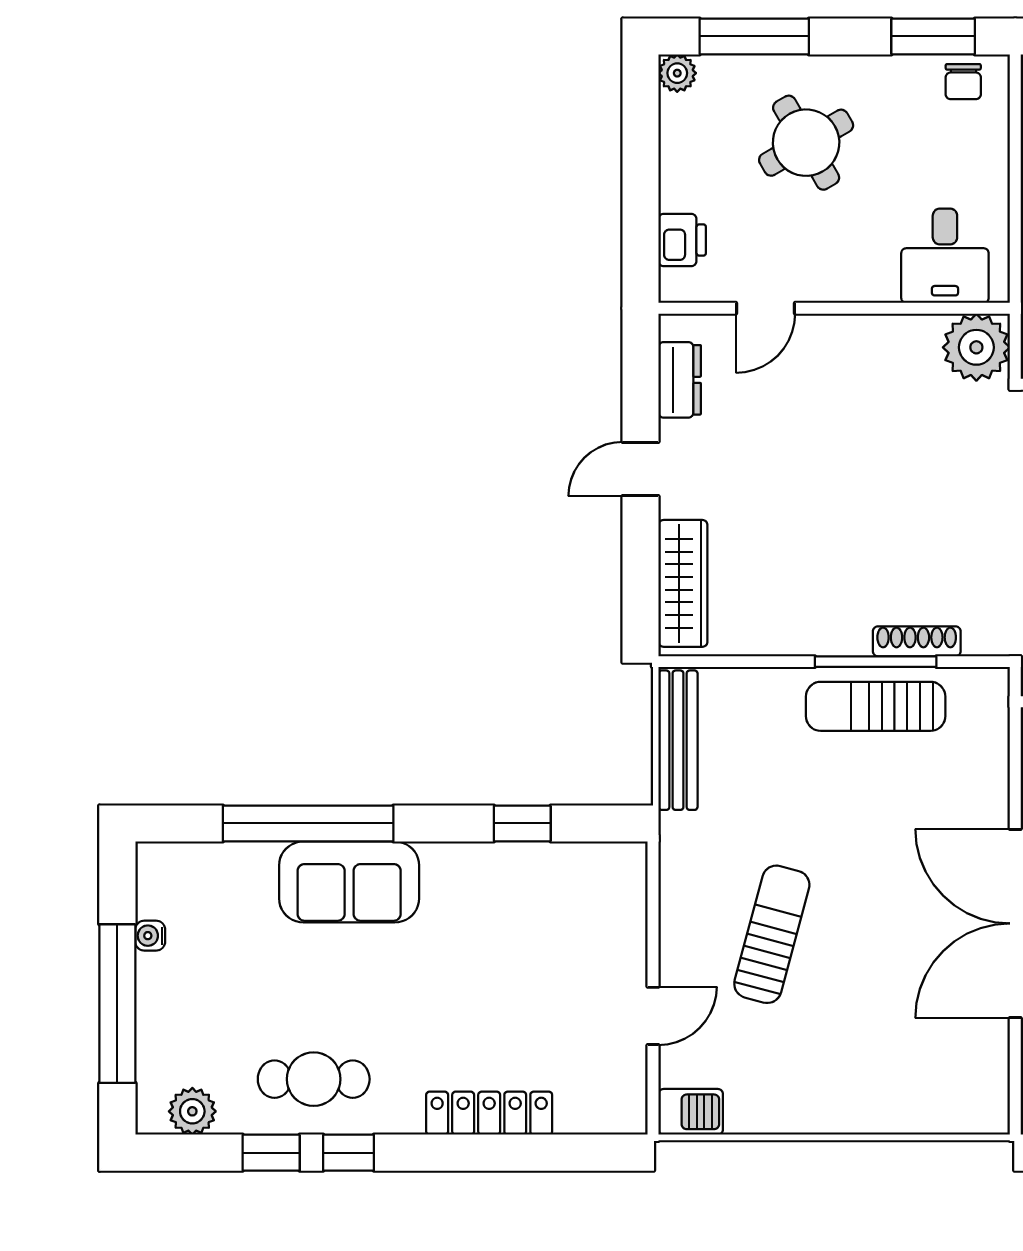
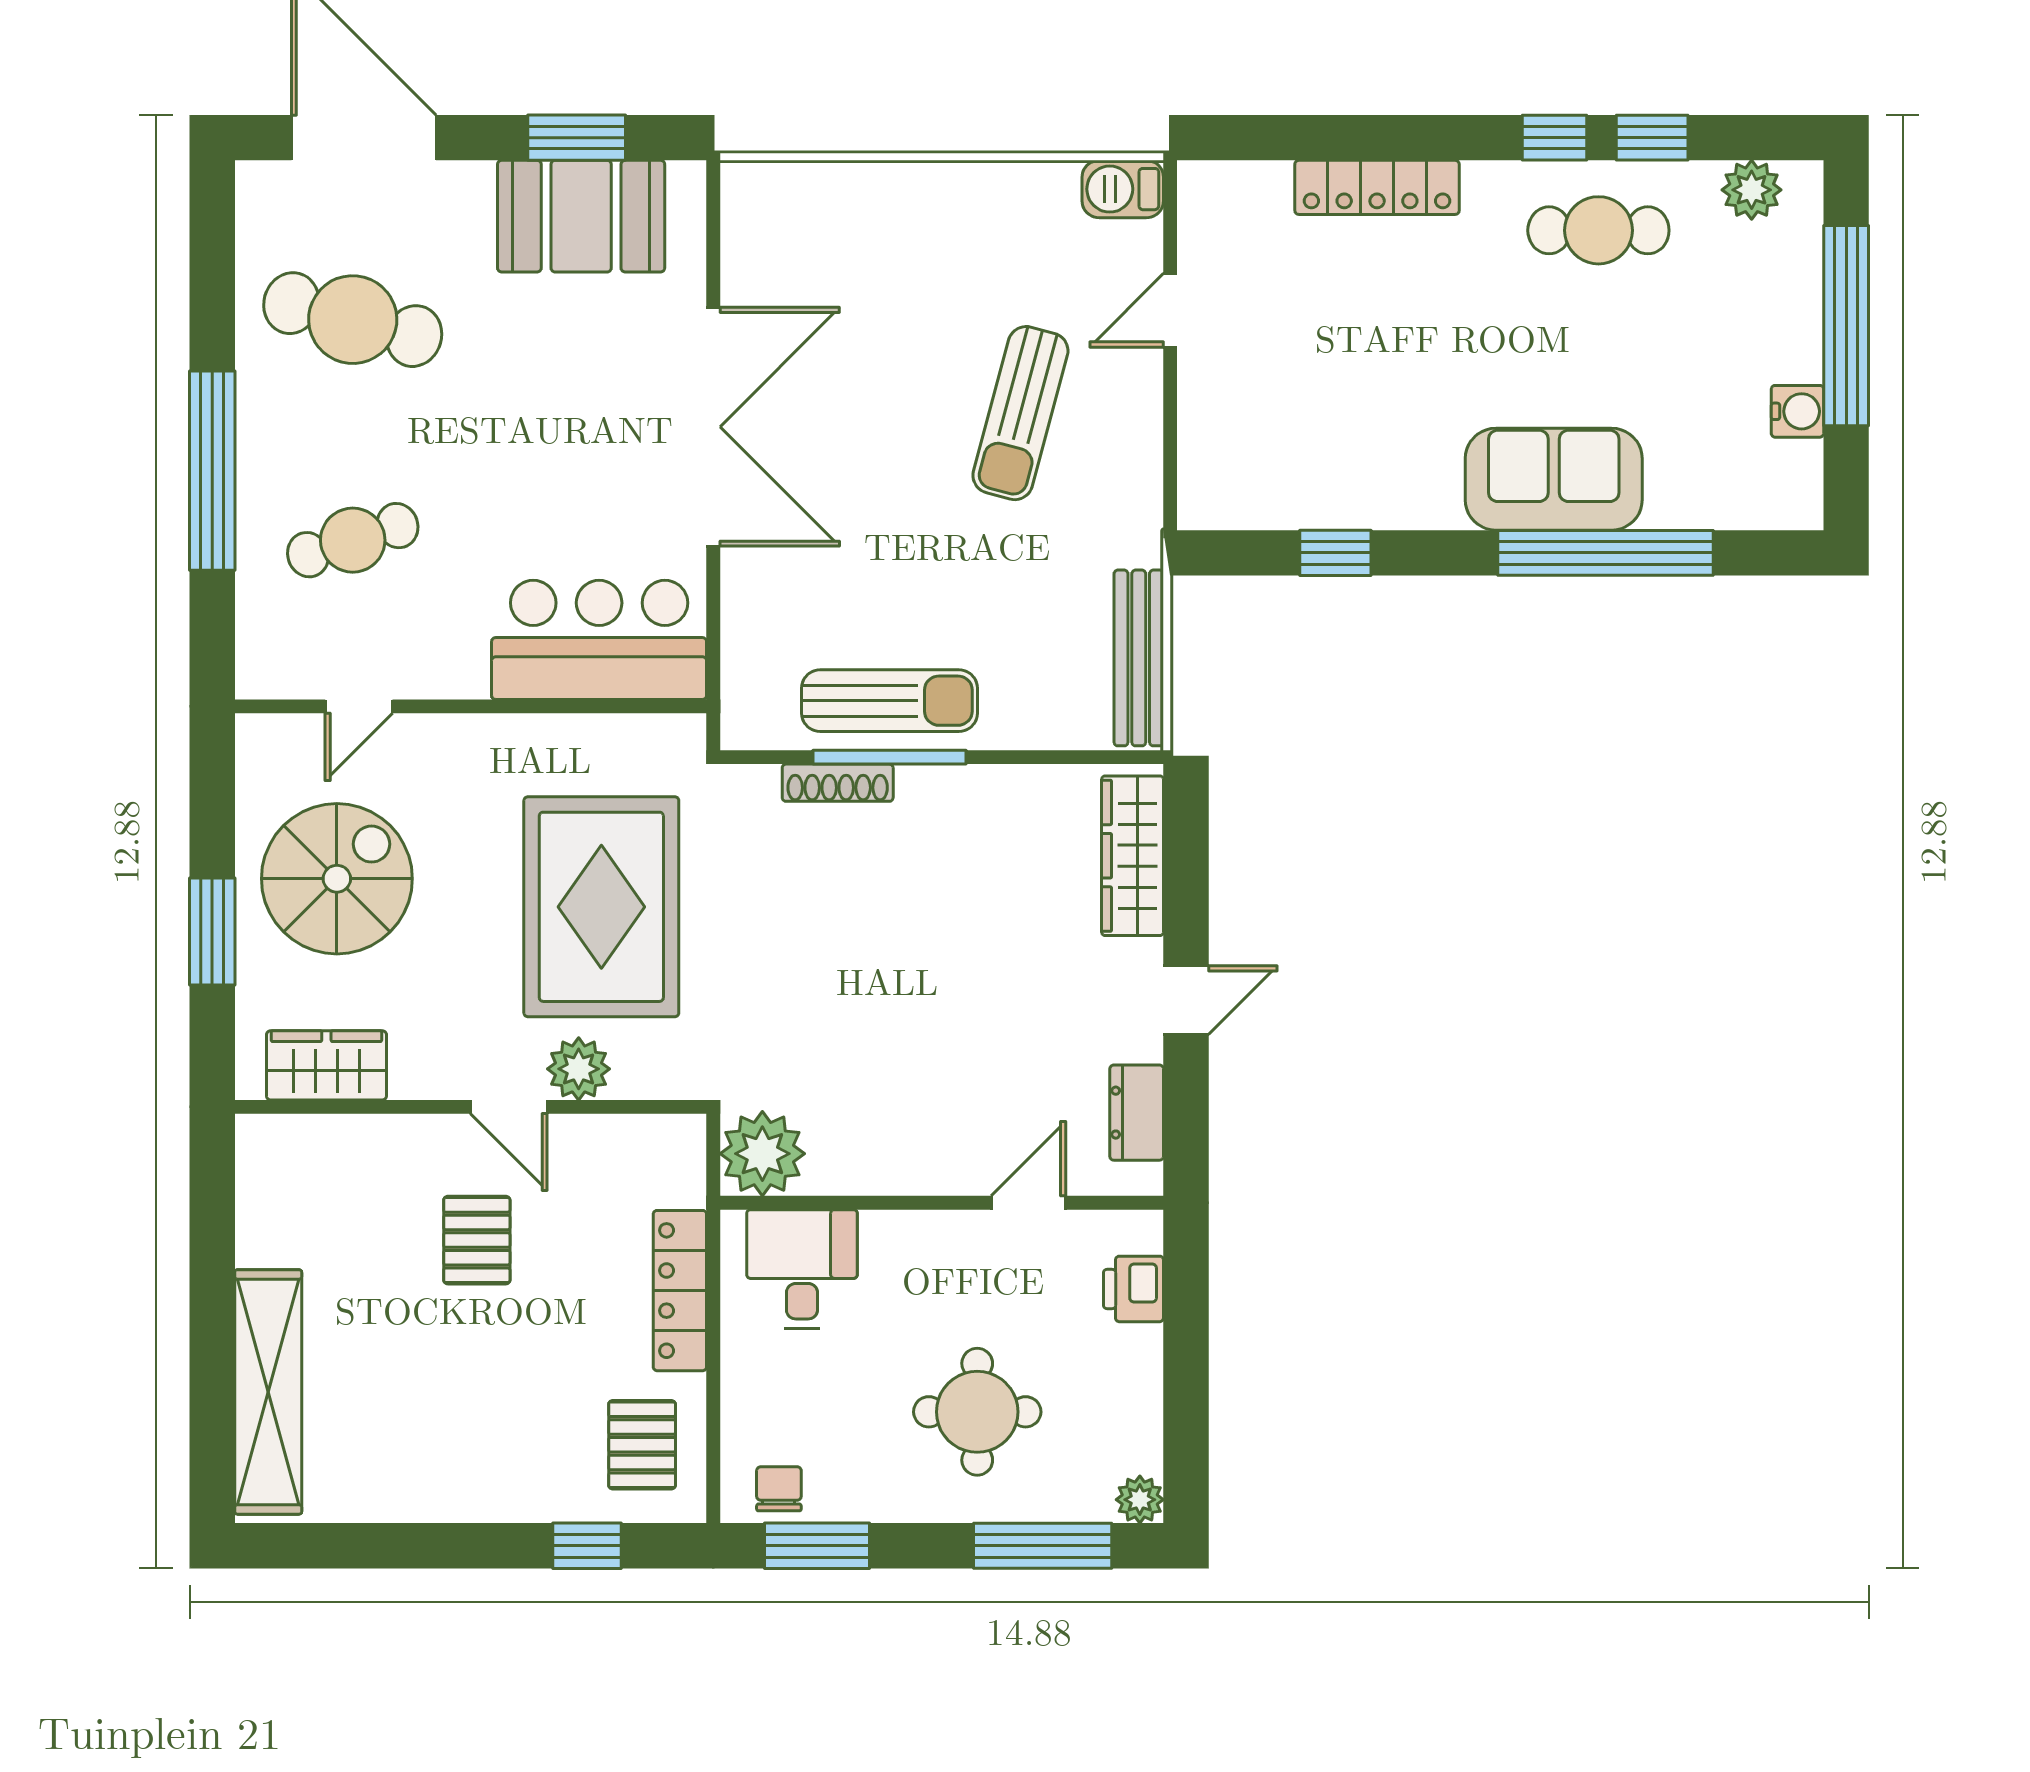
round table: (806, 143) -> (977, 1412), turned 30
water cooler: (150, 936) -> (1797, 411), width x1.38, depth x1.38

